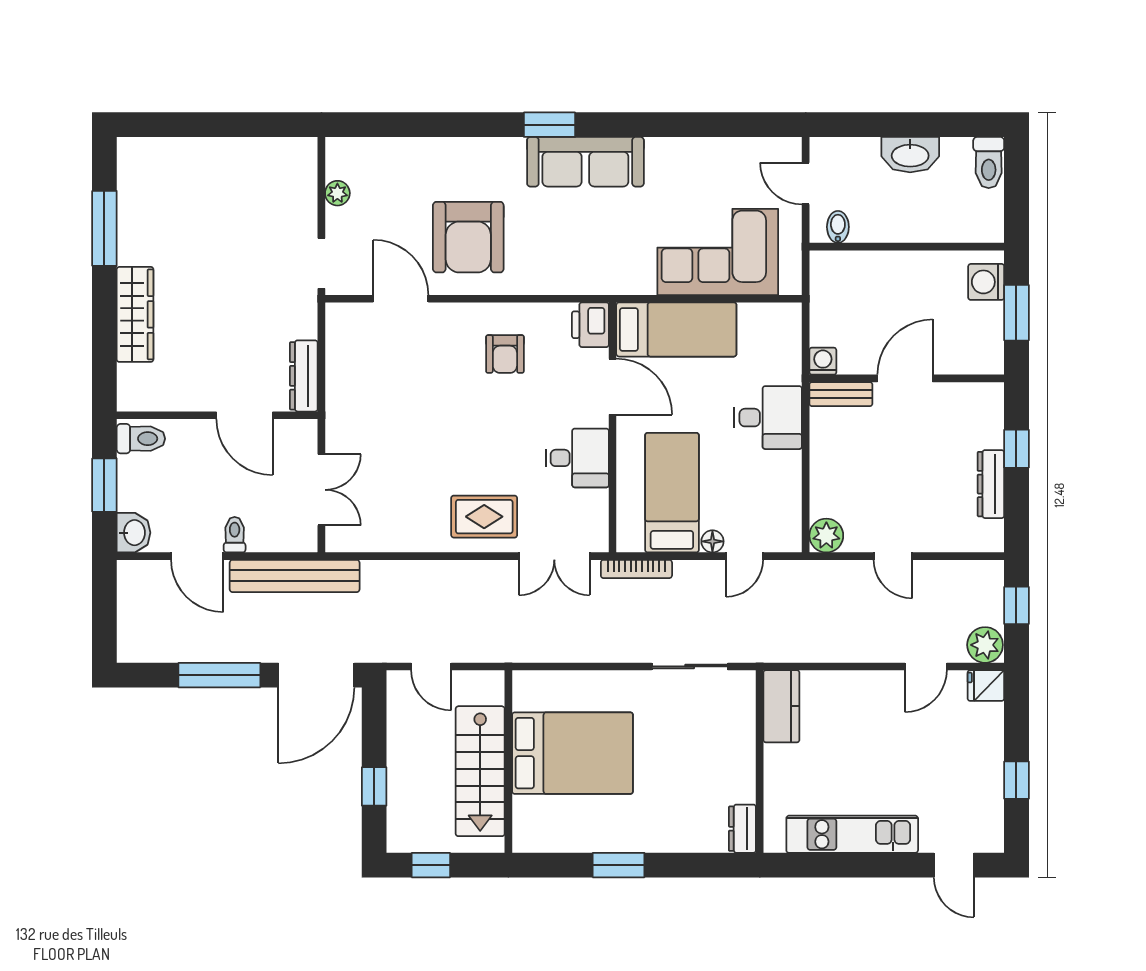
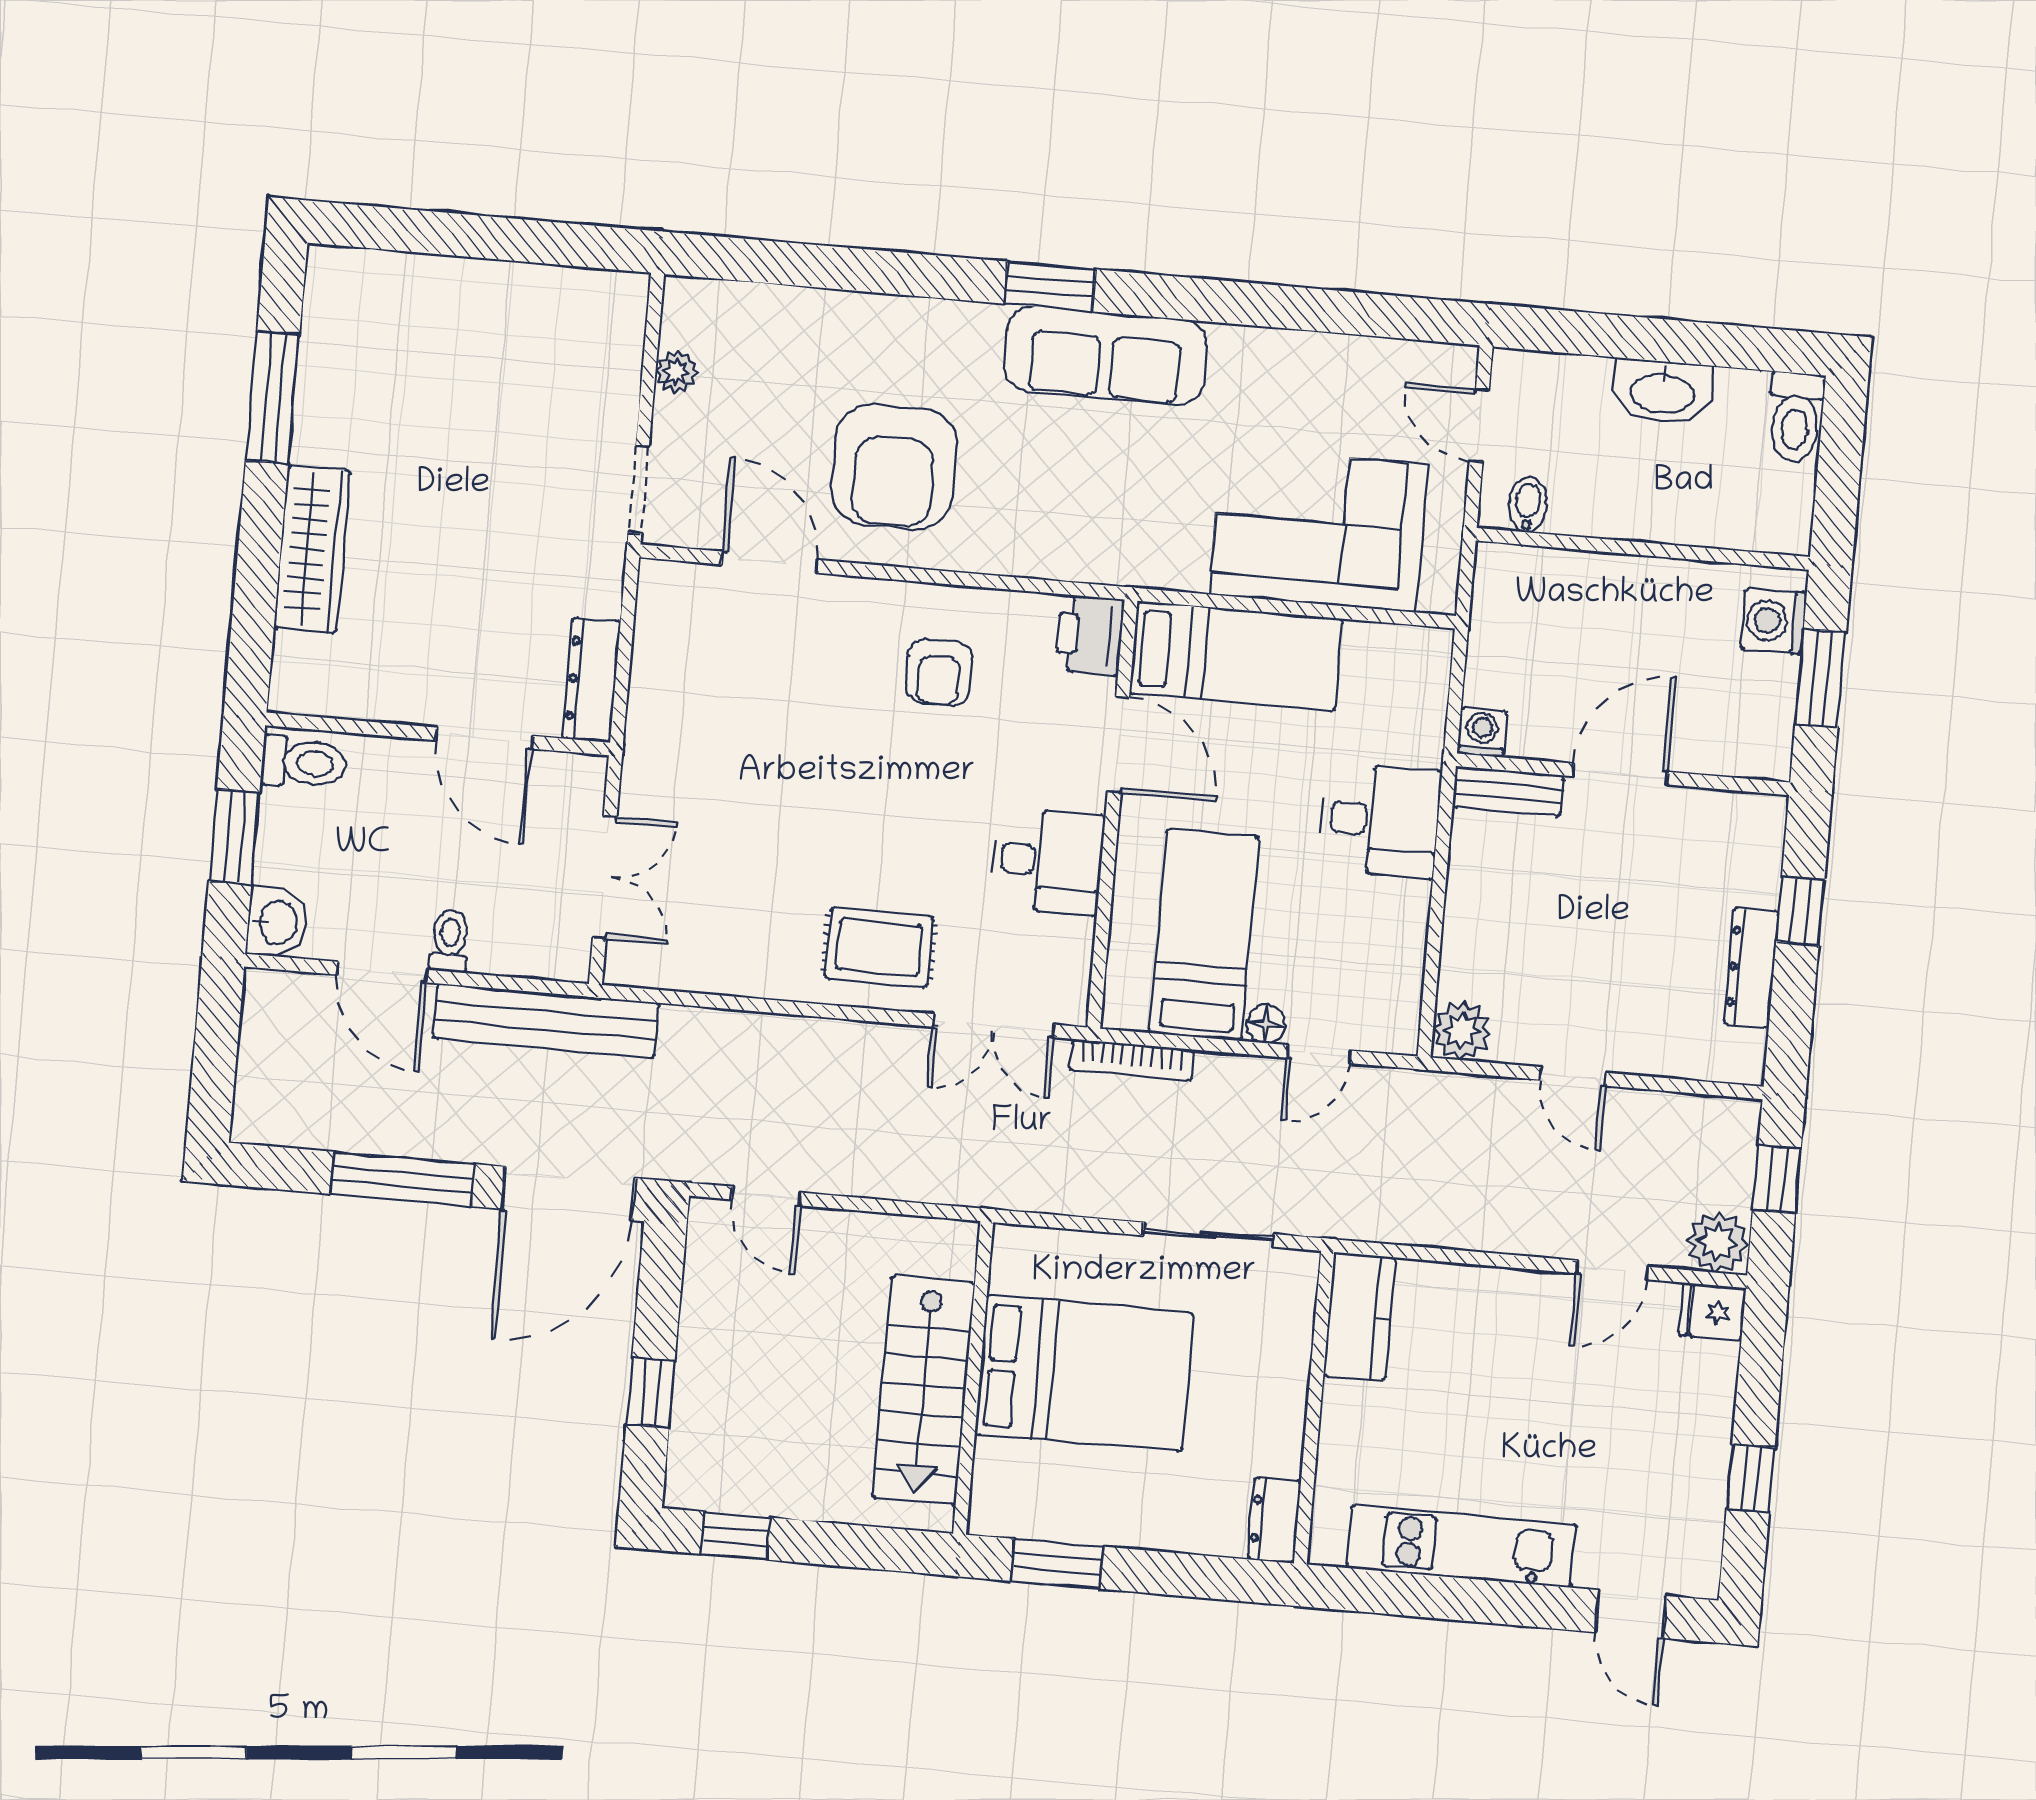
bed: (573, 753) -> (1084, 1373), moved
wall: (508, 762) -> (973, 1378), moved
stairs: (480, 771) -> (923, 1390), moved

